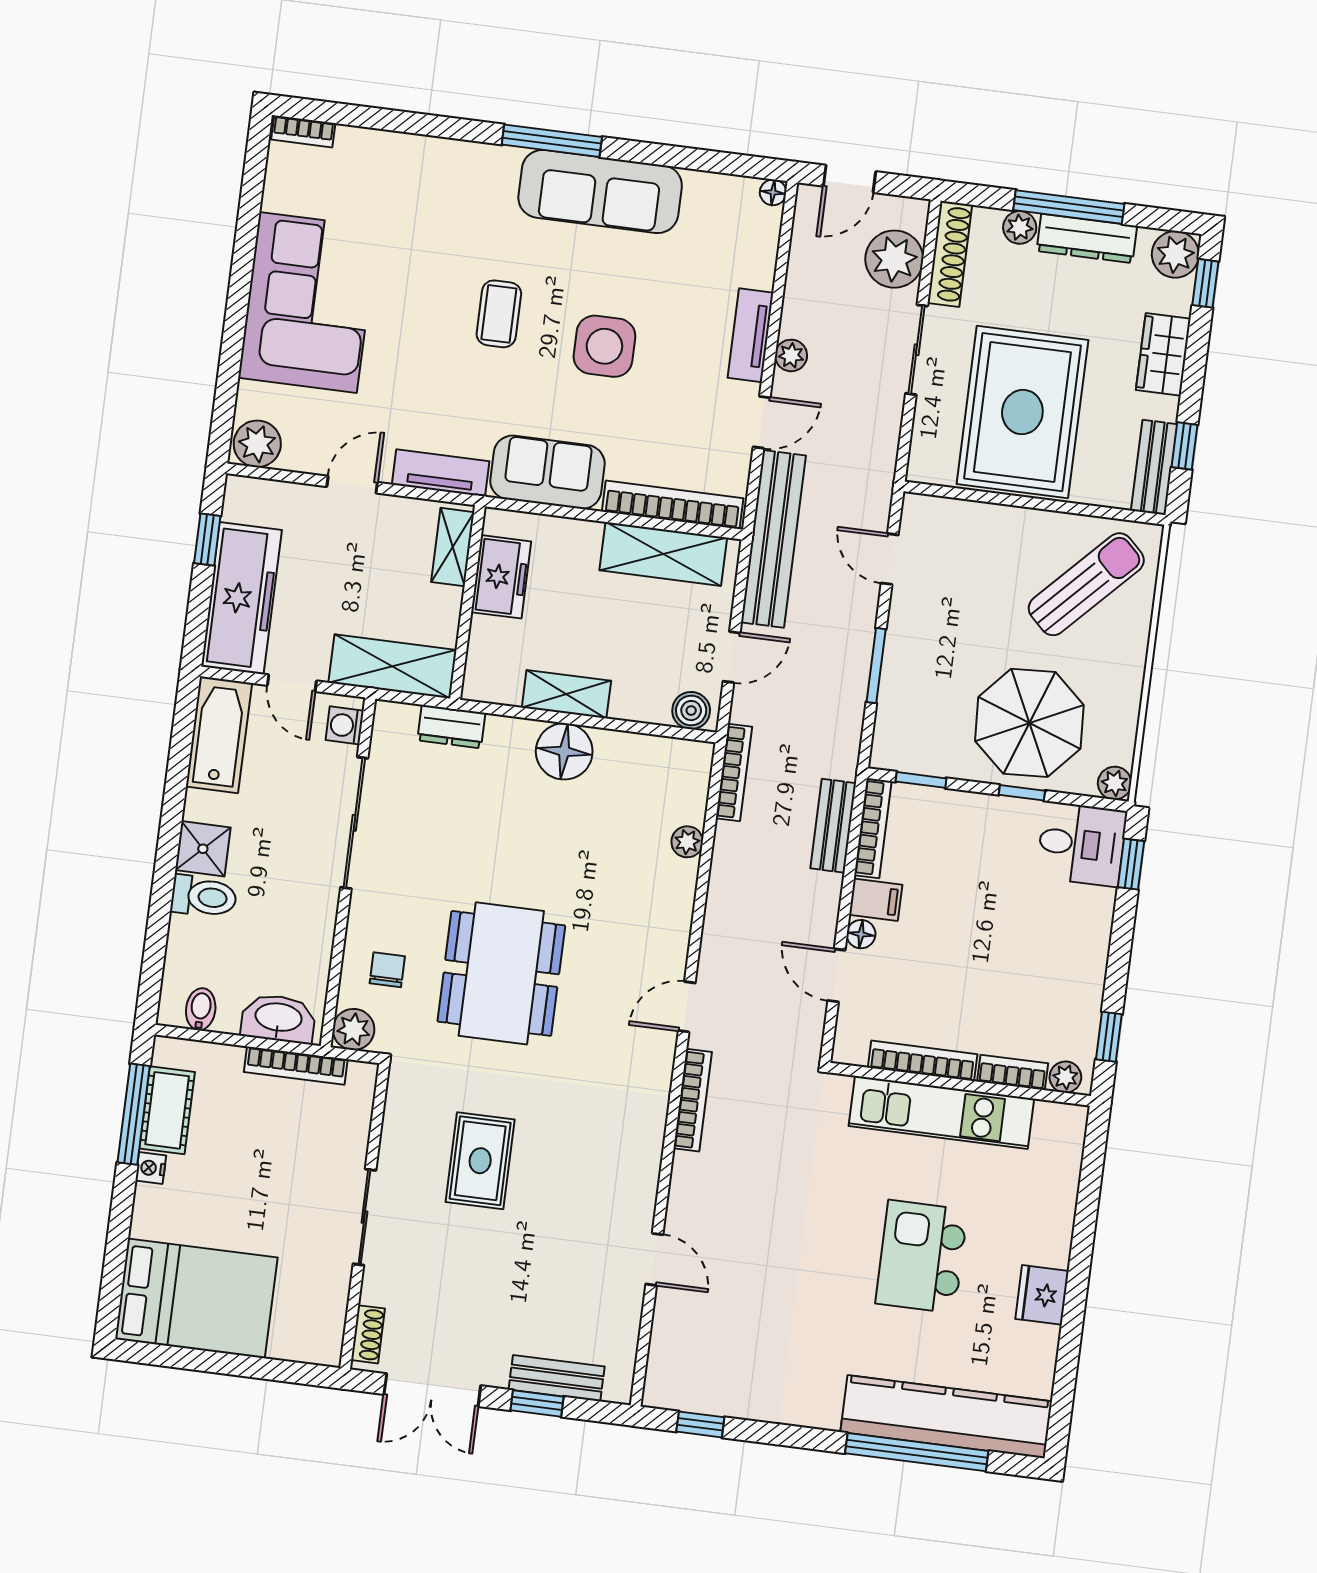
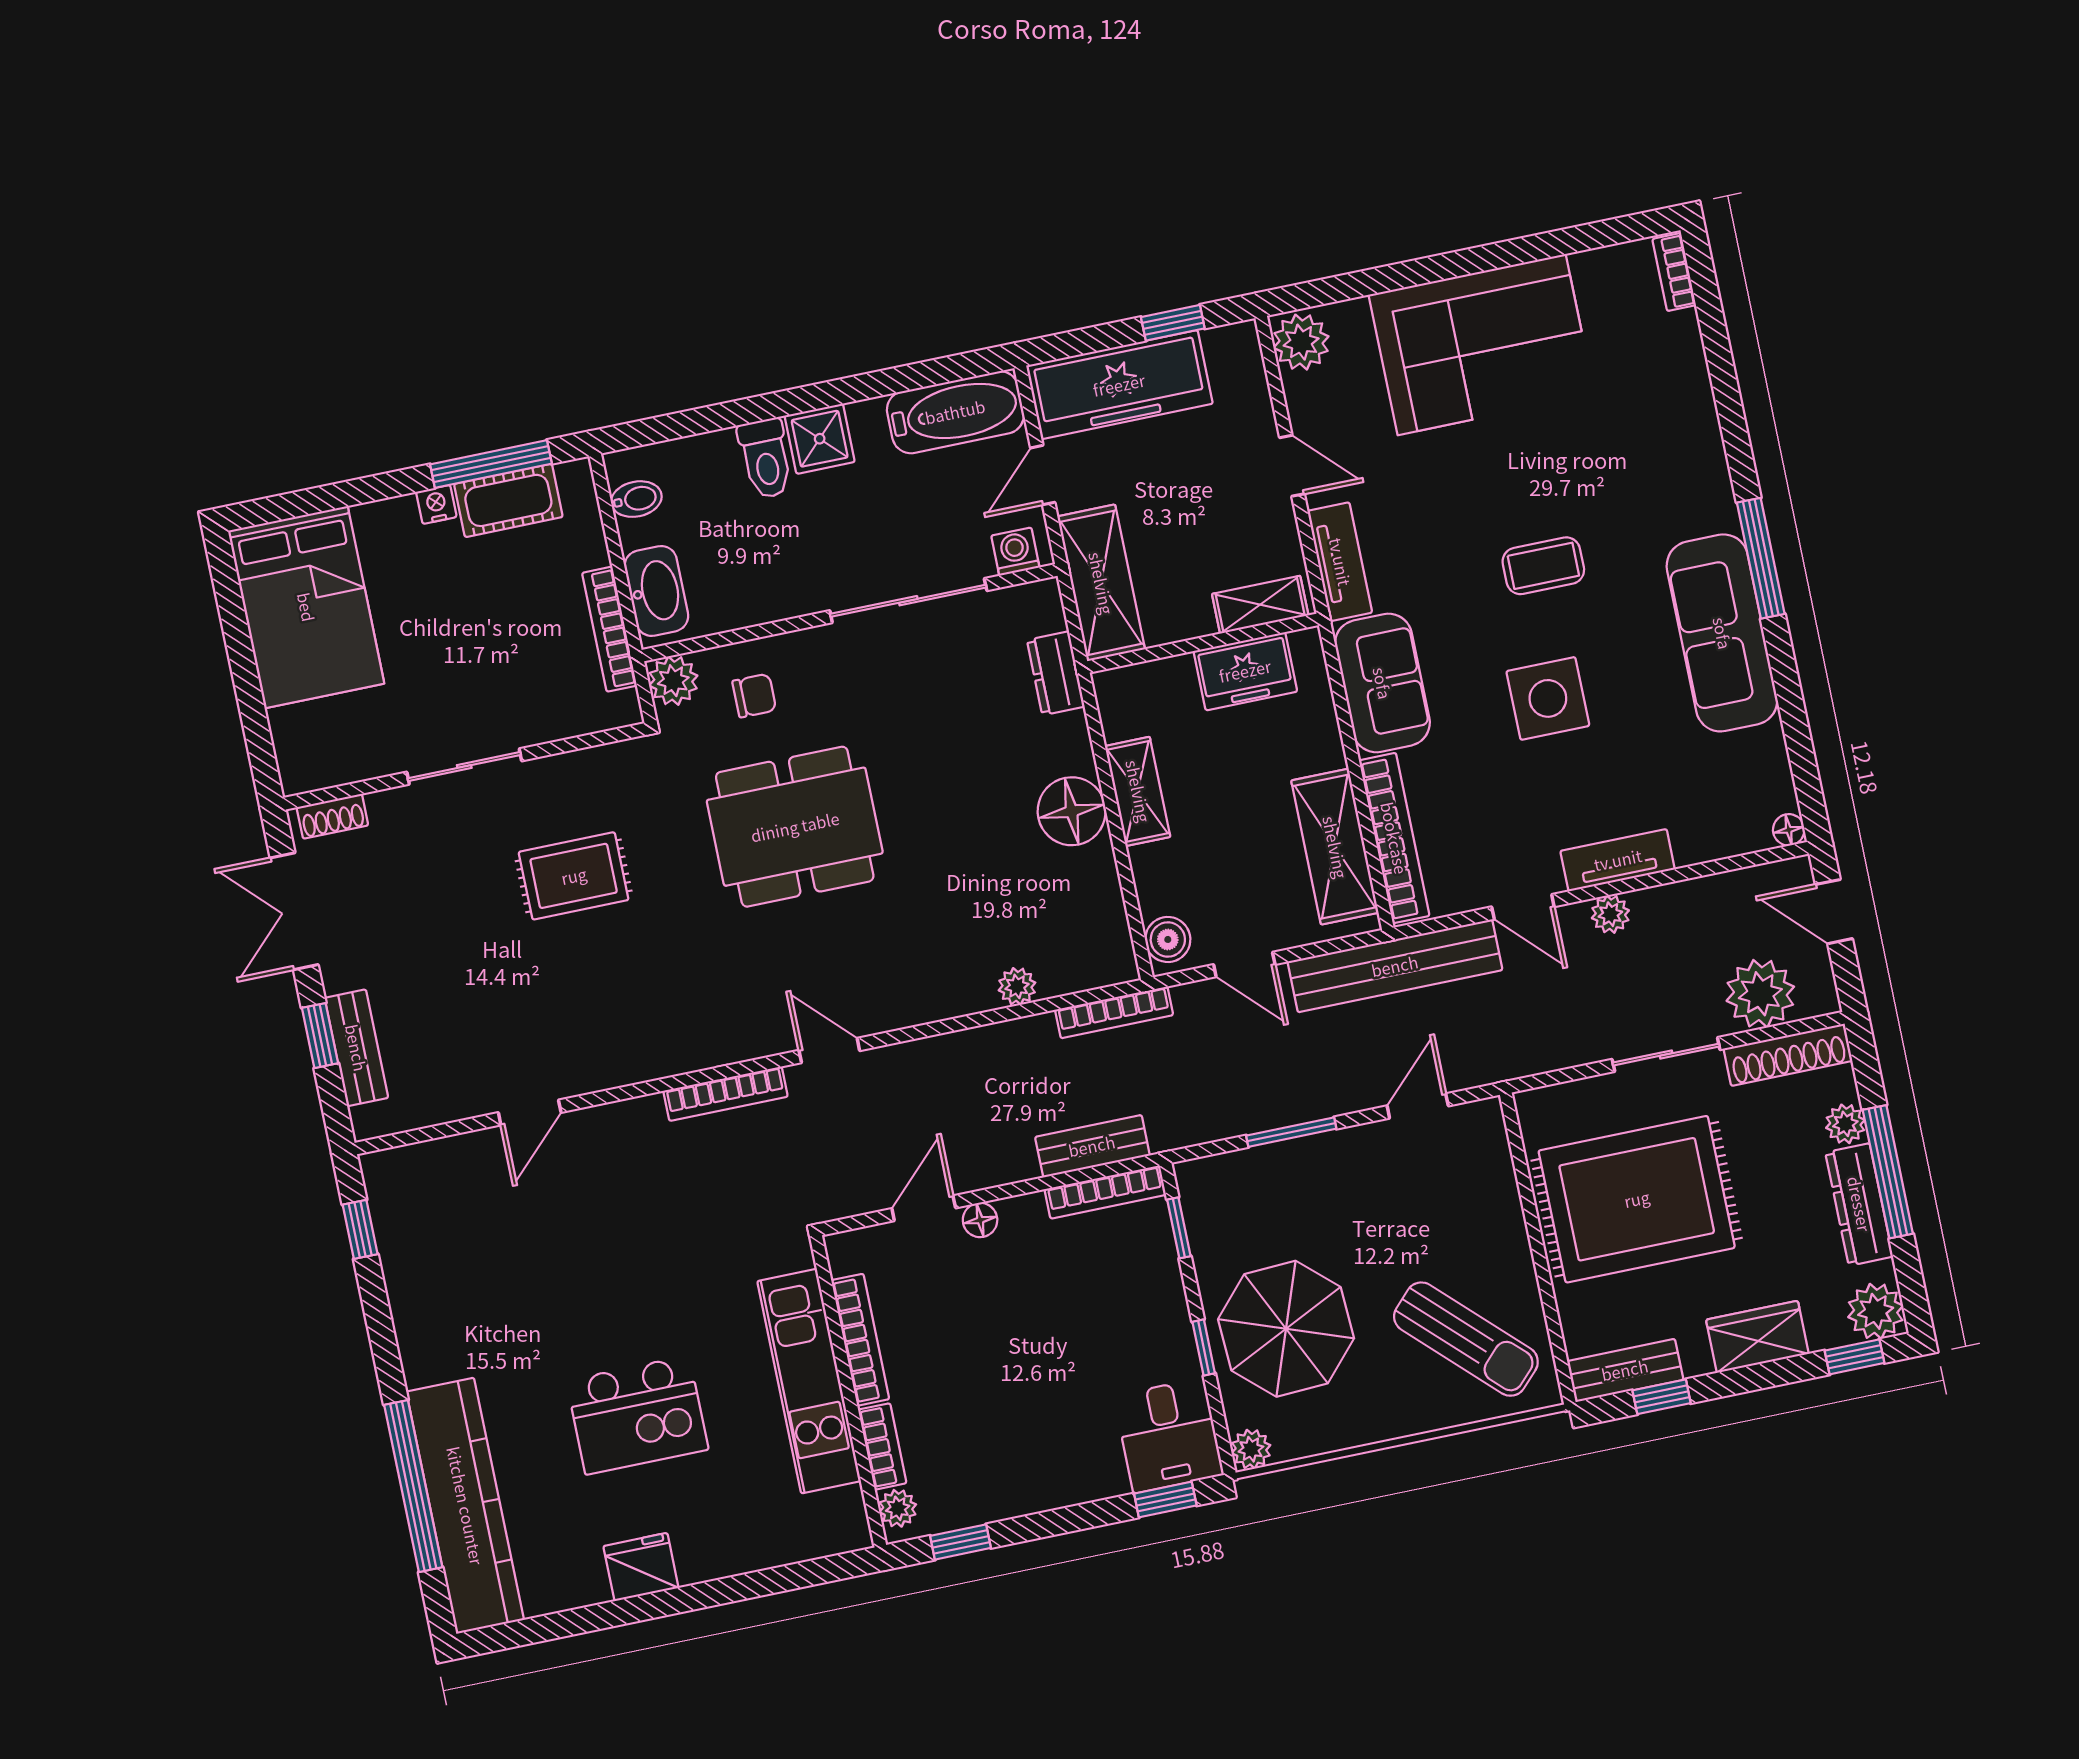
filing cabinet: (876, 900) -> (1025, 1223), removed
kitchen island: (922, 1257) -> (637, 1415), turned 180

